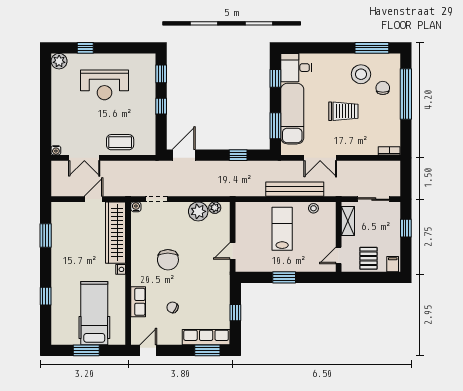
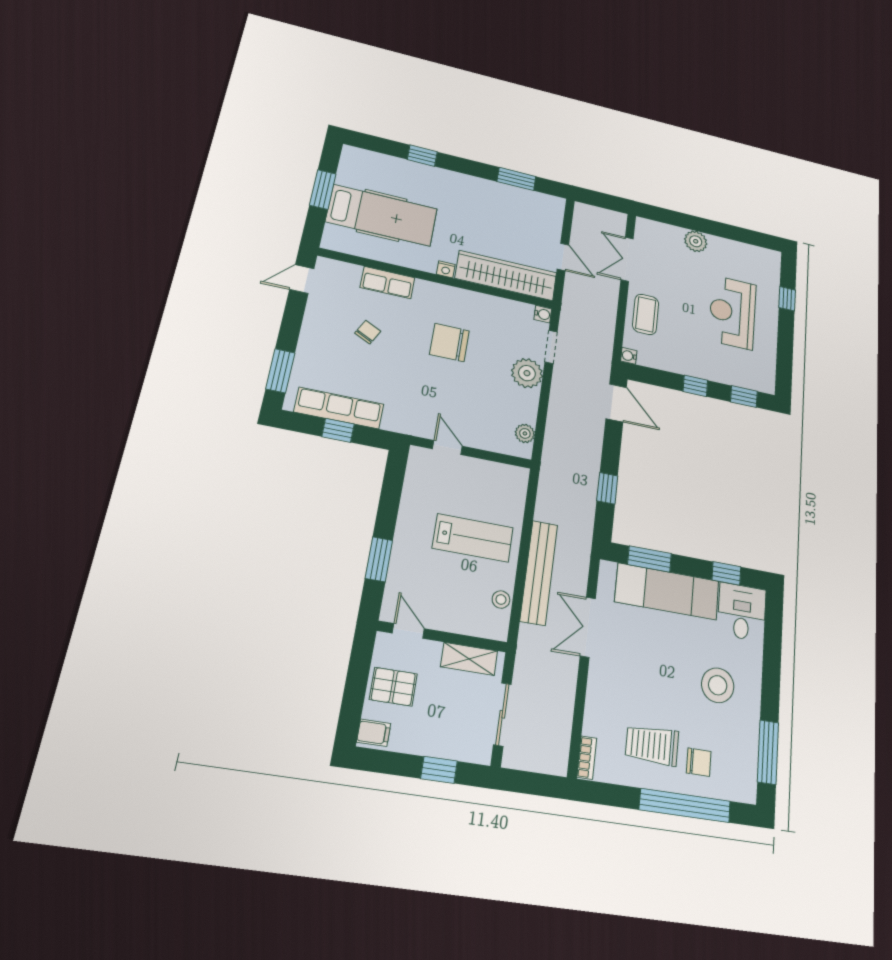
plant: (59, 61) -> (696, 241), moved
stool: (361, 74) -> (718, 685), moved
trolley: (343, 111) -> (652, 745), moved, turned 90
water cooler: (56, 150) -> (629, 356), moved
plant: (198, 211) -> (527, 373), moved
window: (284, 277) -> (379, 559), moved
row of seats: (206, 337) -> (339, 408), moved, turned -90
door: (148, 350) -> (302, 279), swing flipped

